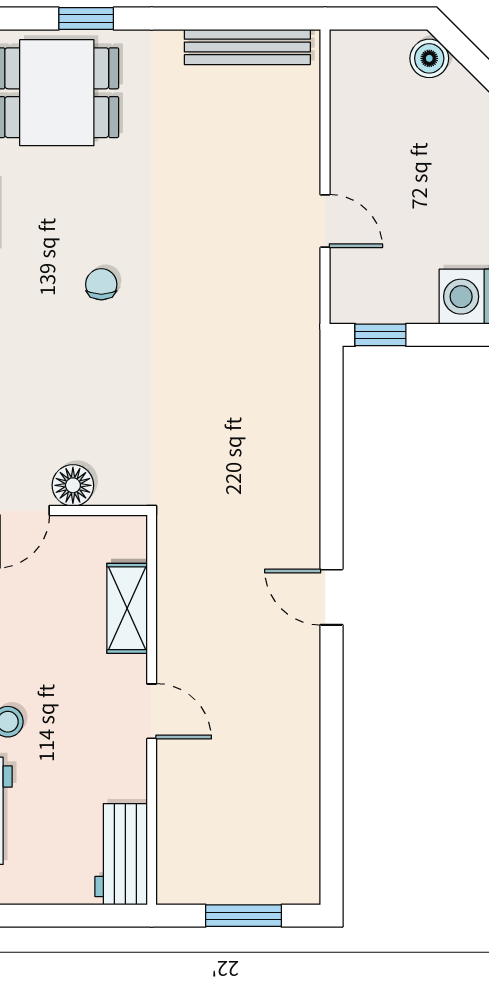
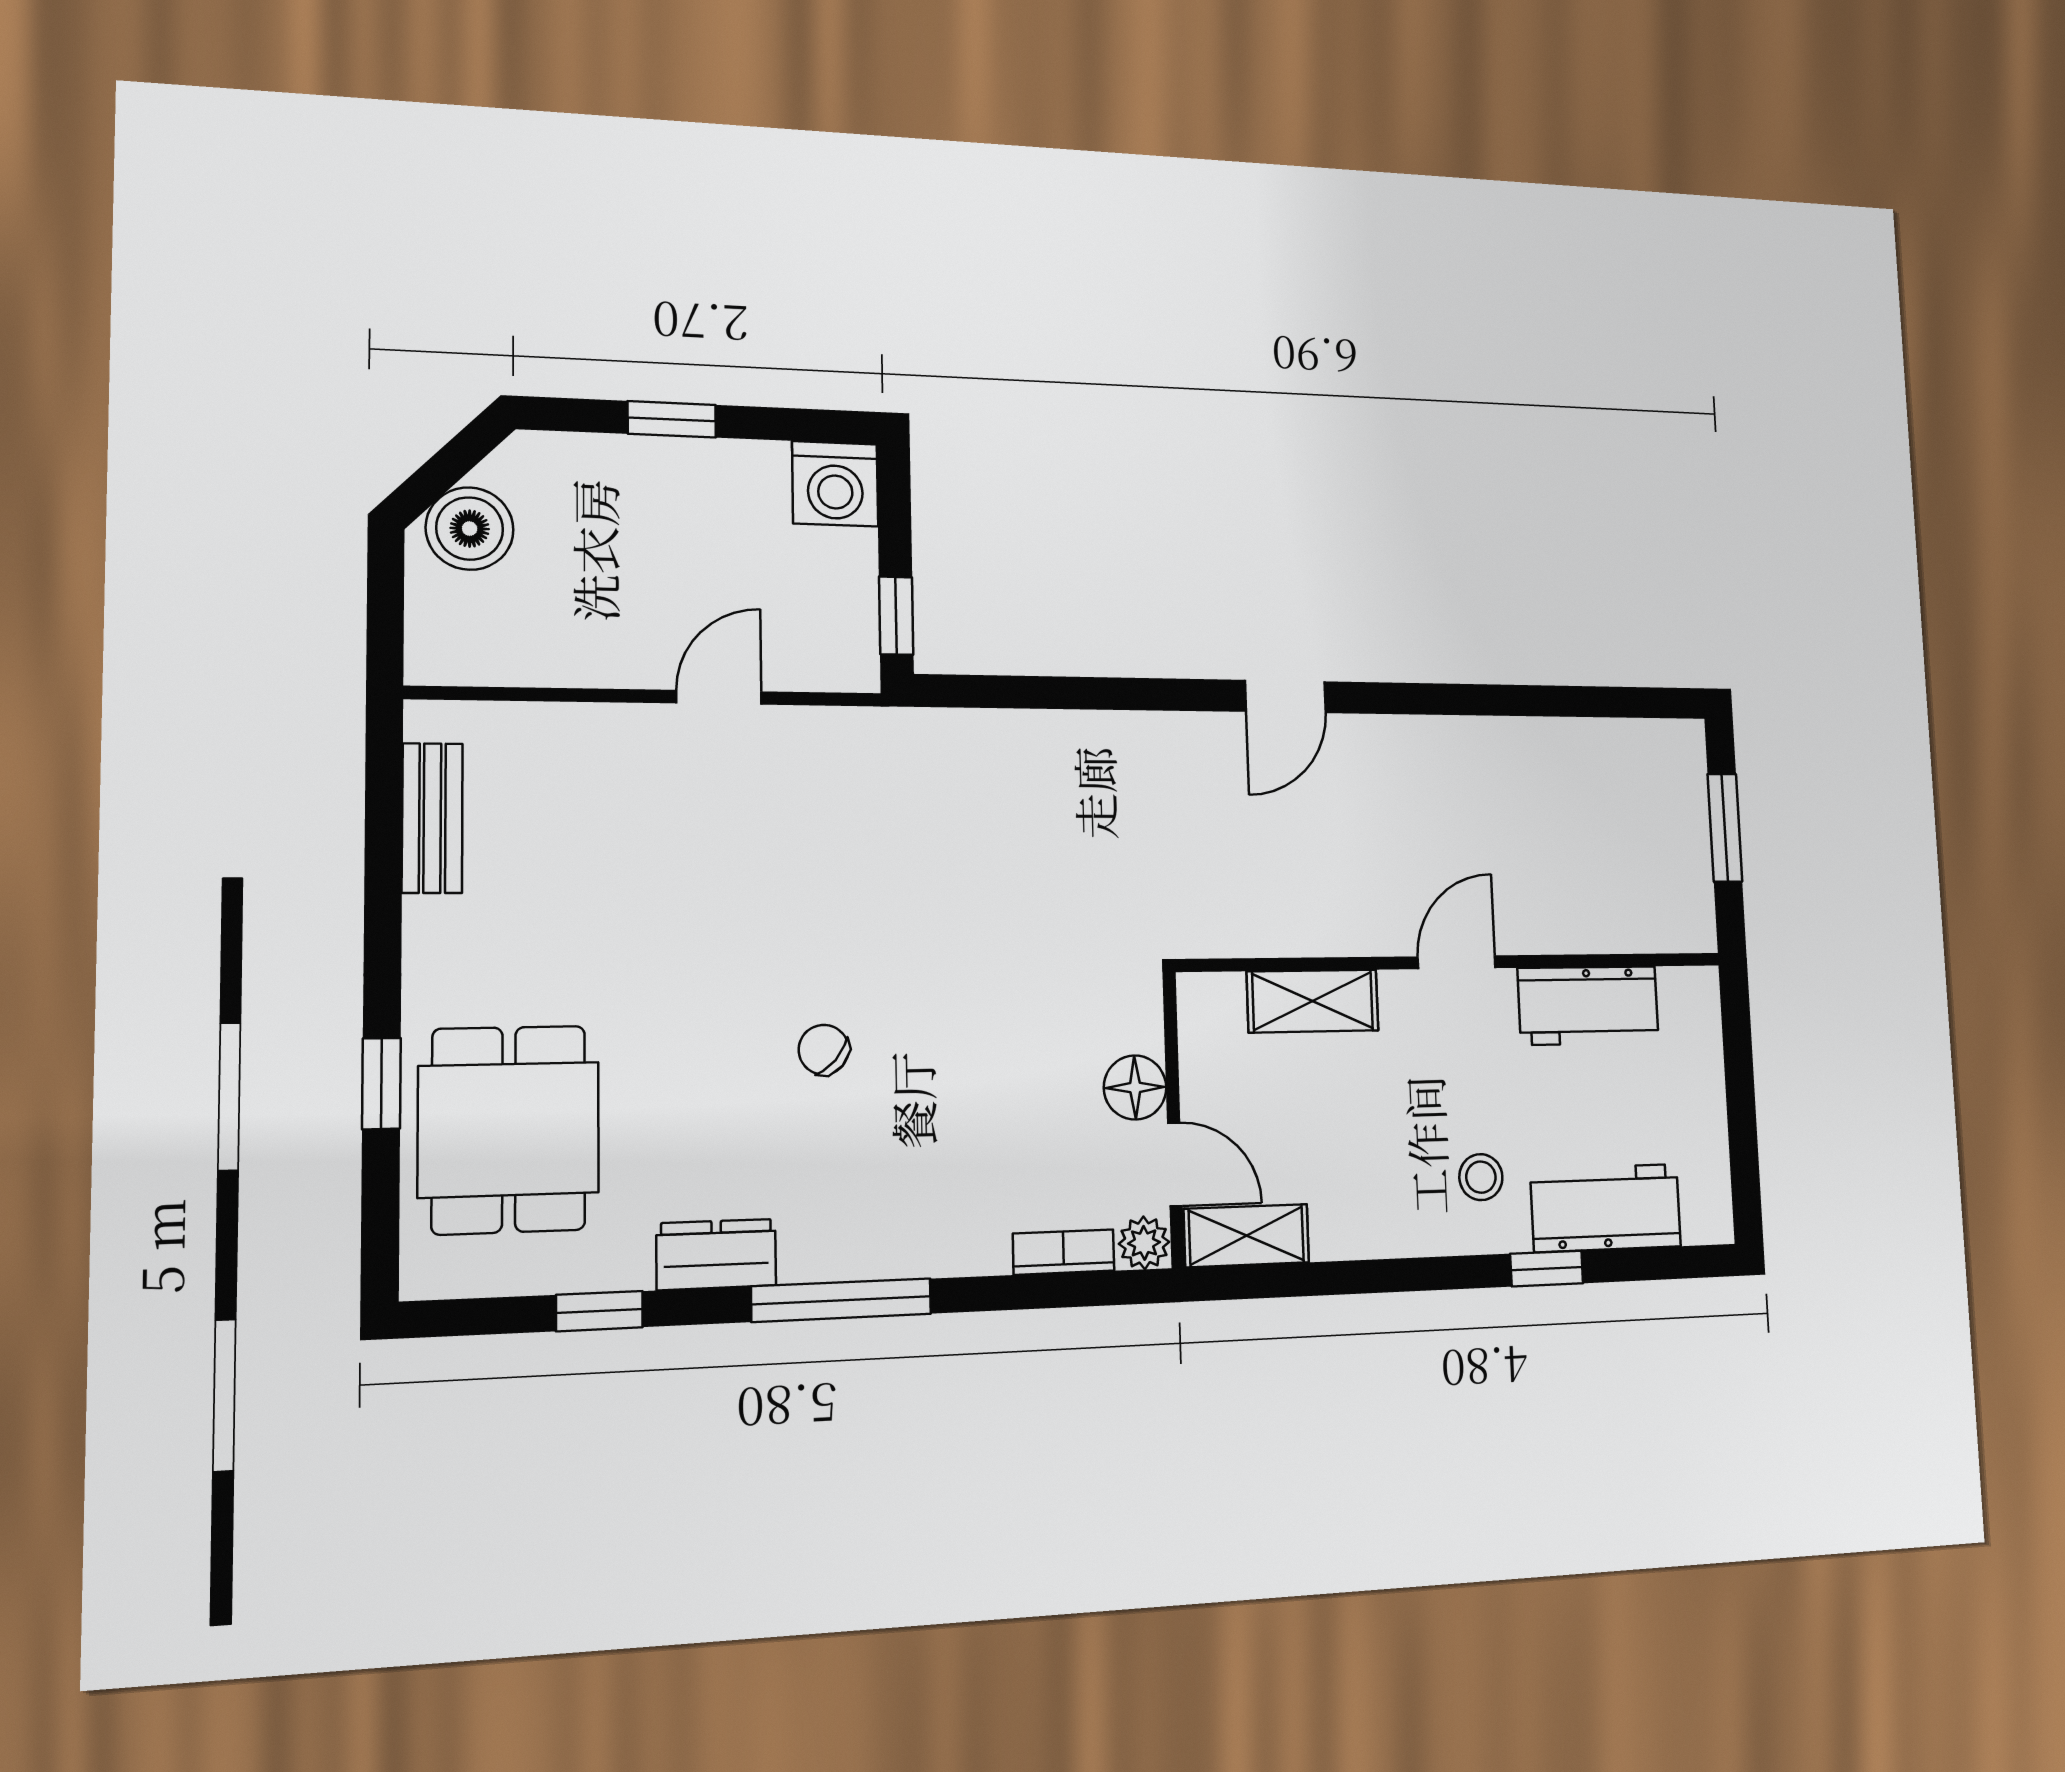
bench: (247, 47) -> (432, 818), width x0.73
boiler: (429, 58) -> (470, 529), width x1.36, depth x1.36
chair: (101, 284) -> (824, 1050), turned 41
workbench: (121, 854) -> (1588, 1005), moved

